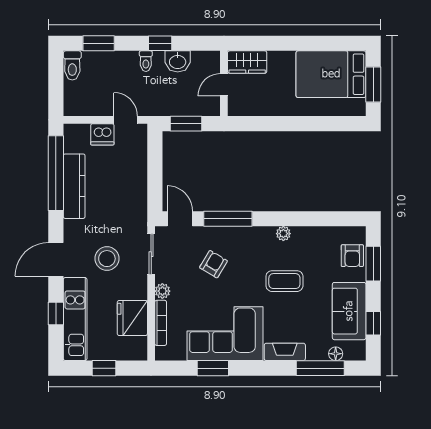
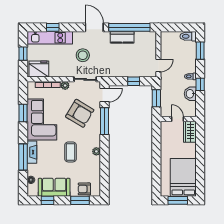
dishwasher: (102, 134) -> (150, 53), removed
window: (155, 165) -> (134, 81), added
kitchen counter: (74, 186) -> (122, 37), width x0.67
door: (56, 259) -> (94, 27), moved
armchair: (213, 264) -> (80, 113), width x1.88, depth x1.88
fridge: (132, 318) -> (39, 69), moved
window: (320, 368) -> (23, 157), moved

